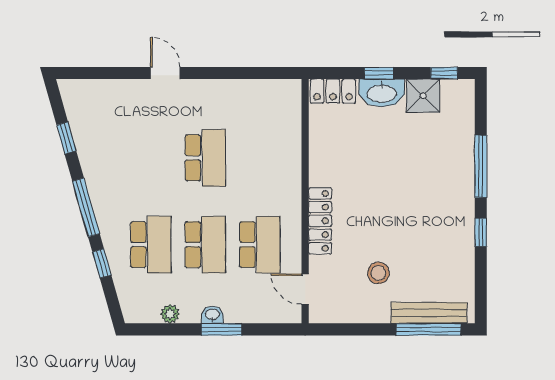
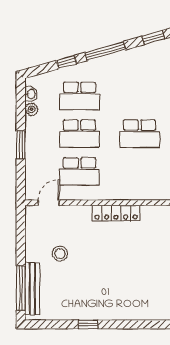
window: (481, 166) -> (134, 324), removed
locker: (320, 221) -> (116, 213), moved
washbasin: (212, 315) -> (31, 94), moved

